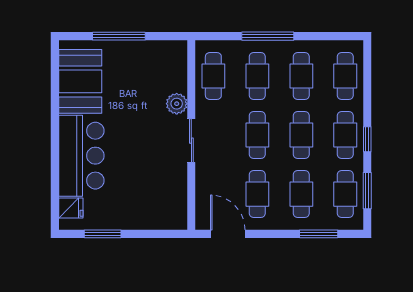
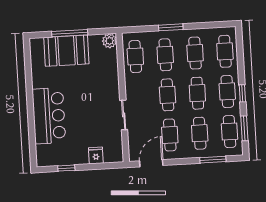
window: (268, 36) -> (171, 27), width x0.69
booth: (80, 81) -> (66, 51), moved, turned 90
plant: (177, 104) -> (109, 41), moved
sliding door: (191, 141) -> (124, 115), moved
fridge: (71, 208) -> (96, 155), moved, turned -90
window: (103, 234) -> (66, 168), width x0.67
door: (228, 234) -> (151, 163), hinge flipped

